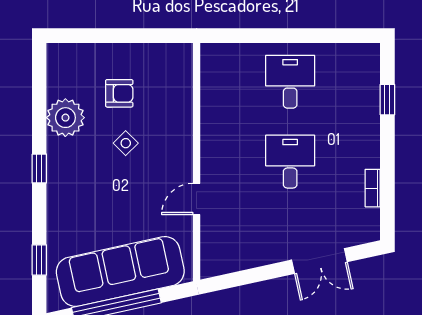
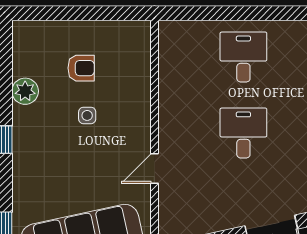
plant: (65, 118) -> (25, 91), width x0.73, depth x0.73
side table: (126, 143) -> (87, 115), turned 45

